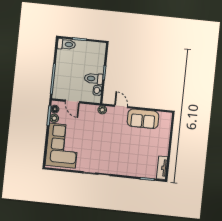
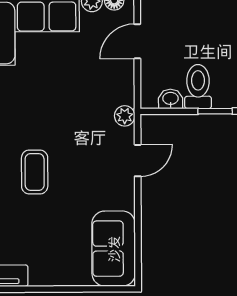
sofa: (143, 119) -> (114, 249), moved
coffee table: (121, 149) -> (35, 172), added

